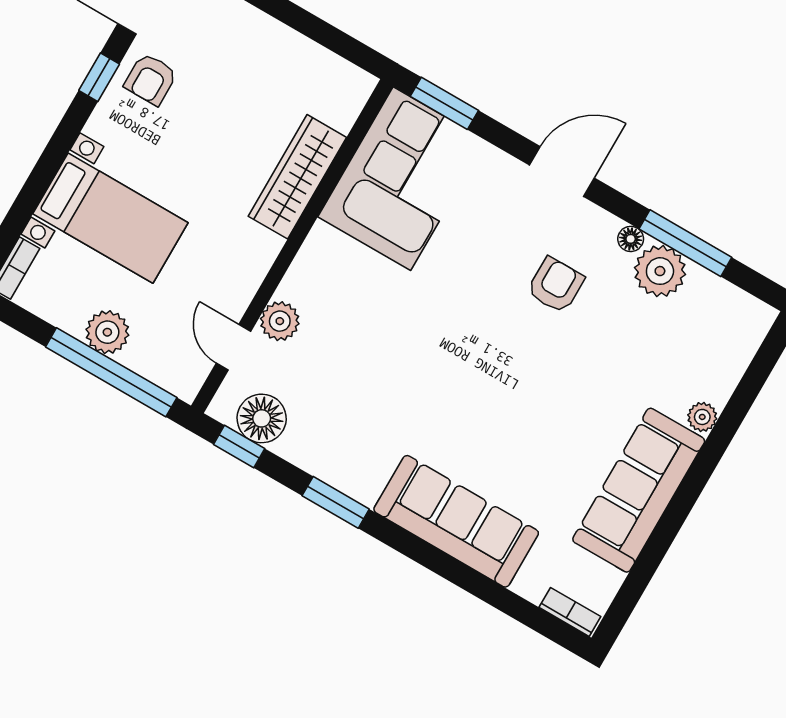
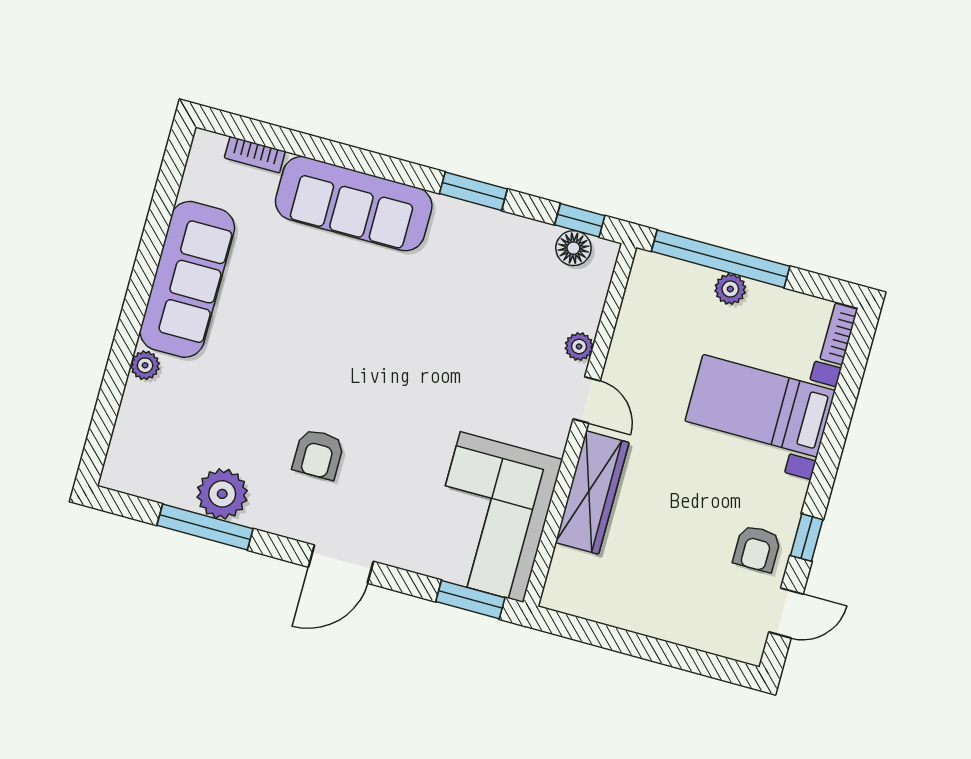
armchair: (151, 79) -> (757, 549), turned 180
floor lamp: (631, 239) -> (258, 517), removed
plant: (280, 321) -> (579, 347), width x0.73, depth x0.73
plant: (107, 332) -> (730, 289), width x0.73, depth x0.73
door: (233, 347) -> (587, 400), moved
floor lamp: (262, 418) -> (573, 248), width x0.73, depth x0.73
bookcase: (570, 612) -> (255, 155), moved

